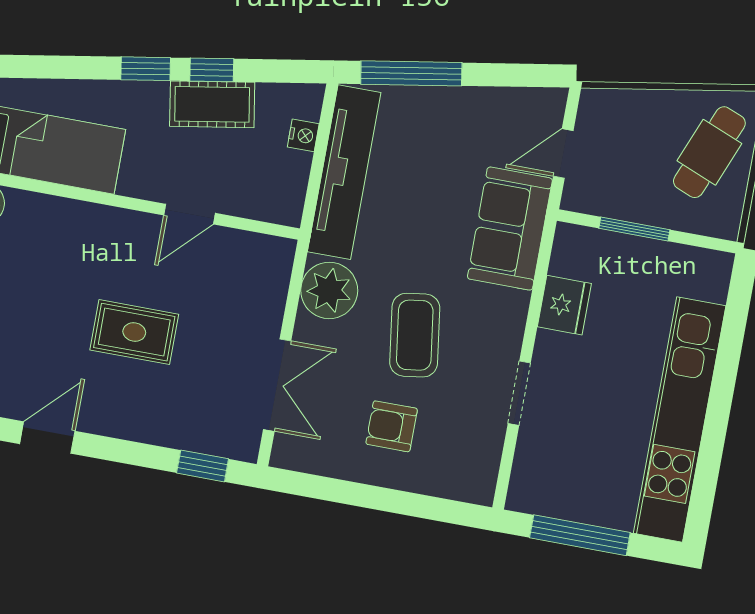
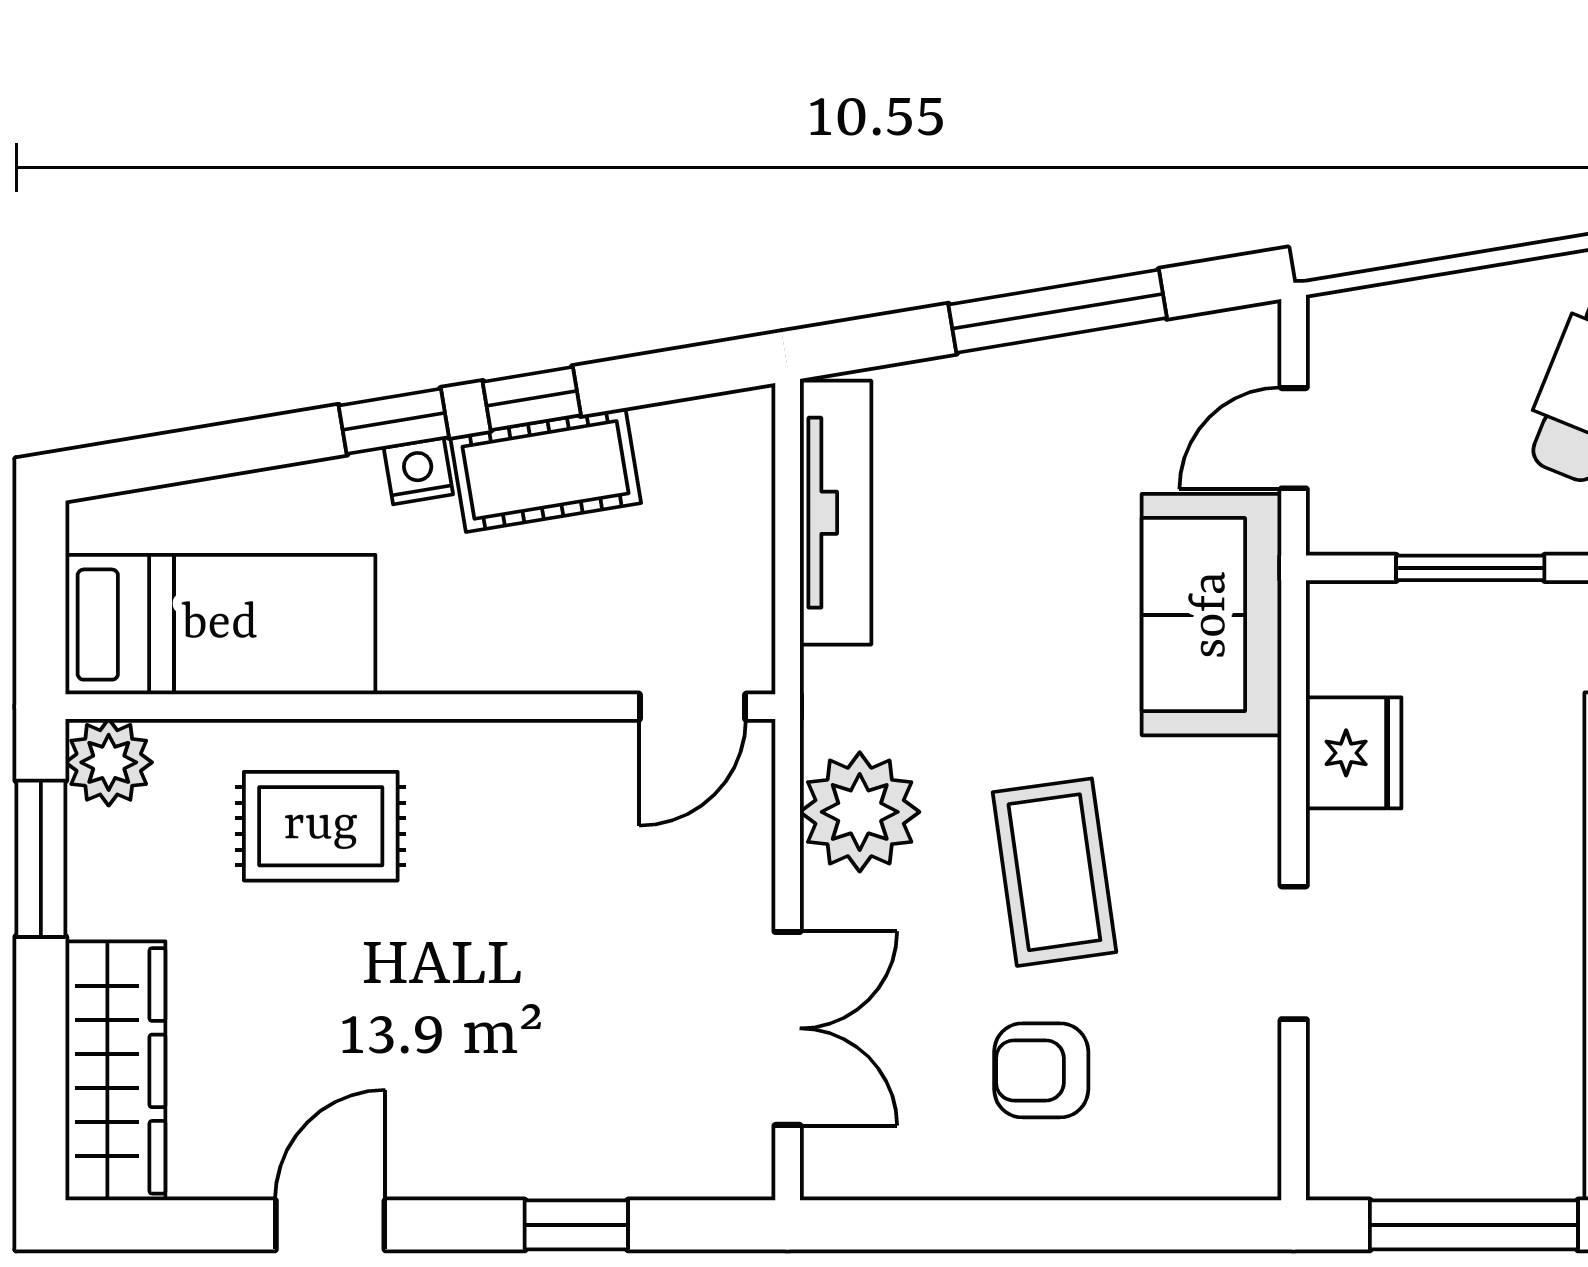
window: (411, 73) -> (1058, 311), moved
nightstand: (303, 135) -> (418, 471), moved, turned -99
tv unit: (344, 172) -> (836, 513), width x0.73, depth x0.78
door: (190, 214) -> (693, 707), moved
rug: (134, 332) -> (321, 826), moved
window: (203, 466) -> (576, 1225), moved

